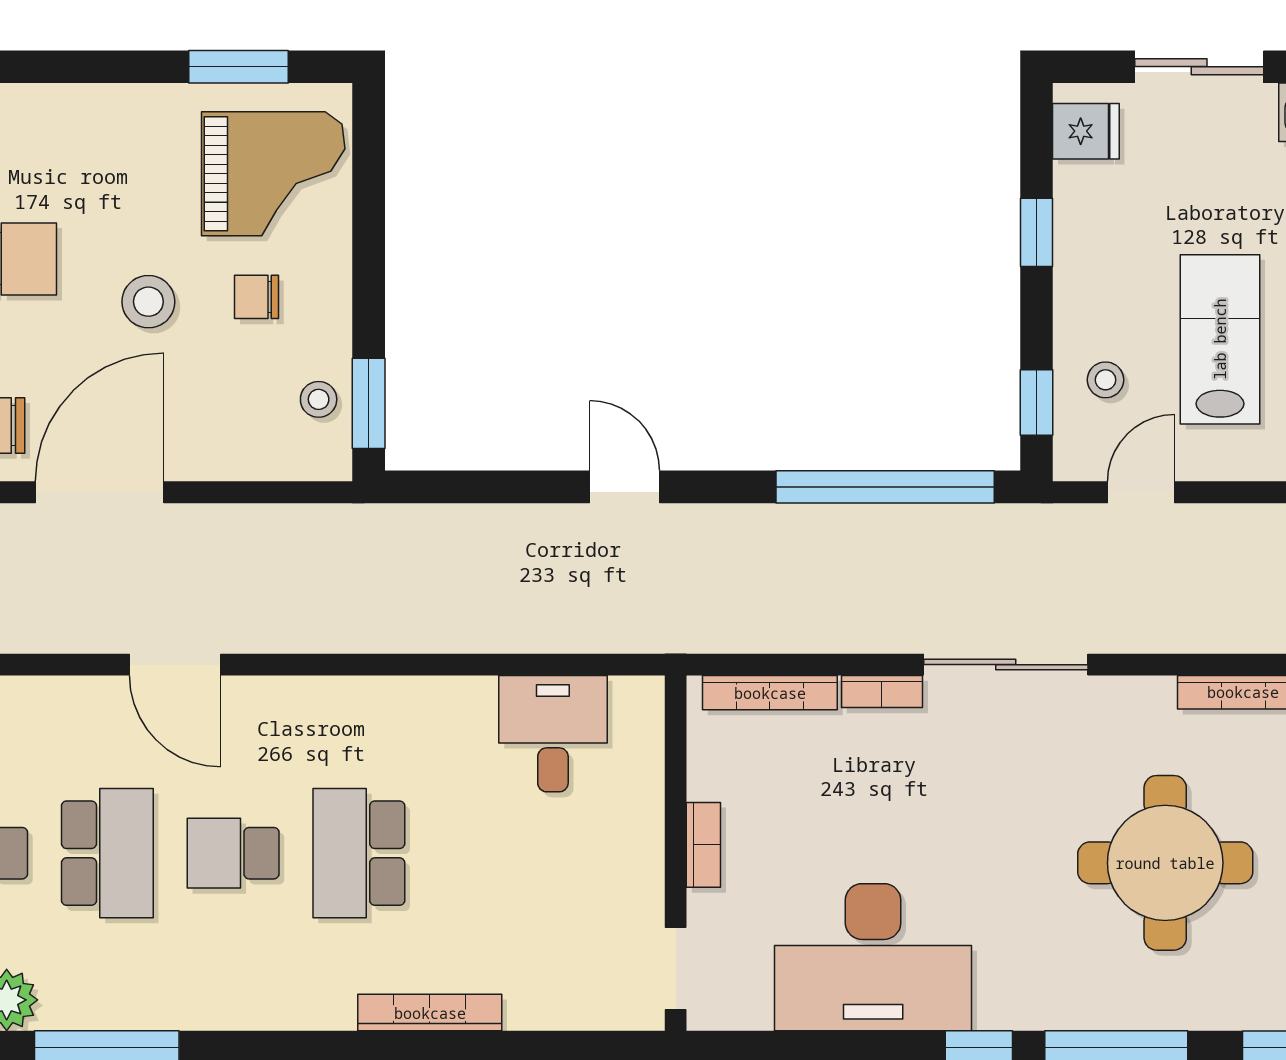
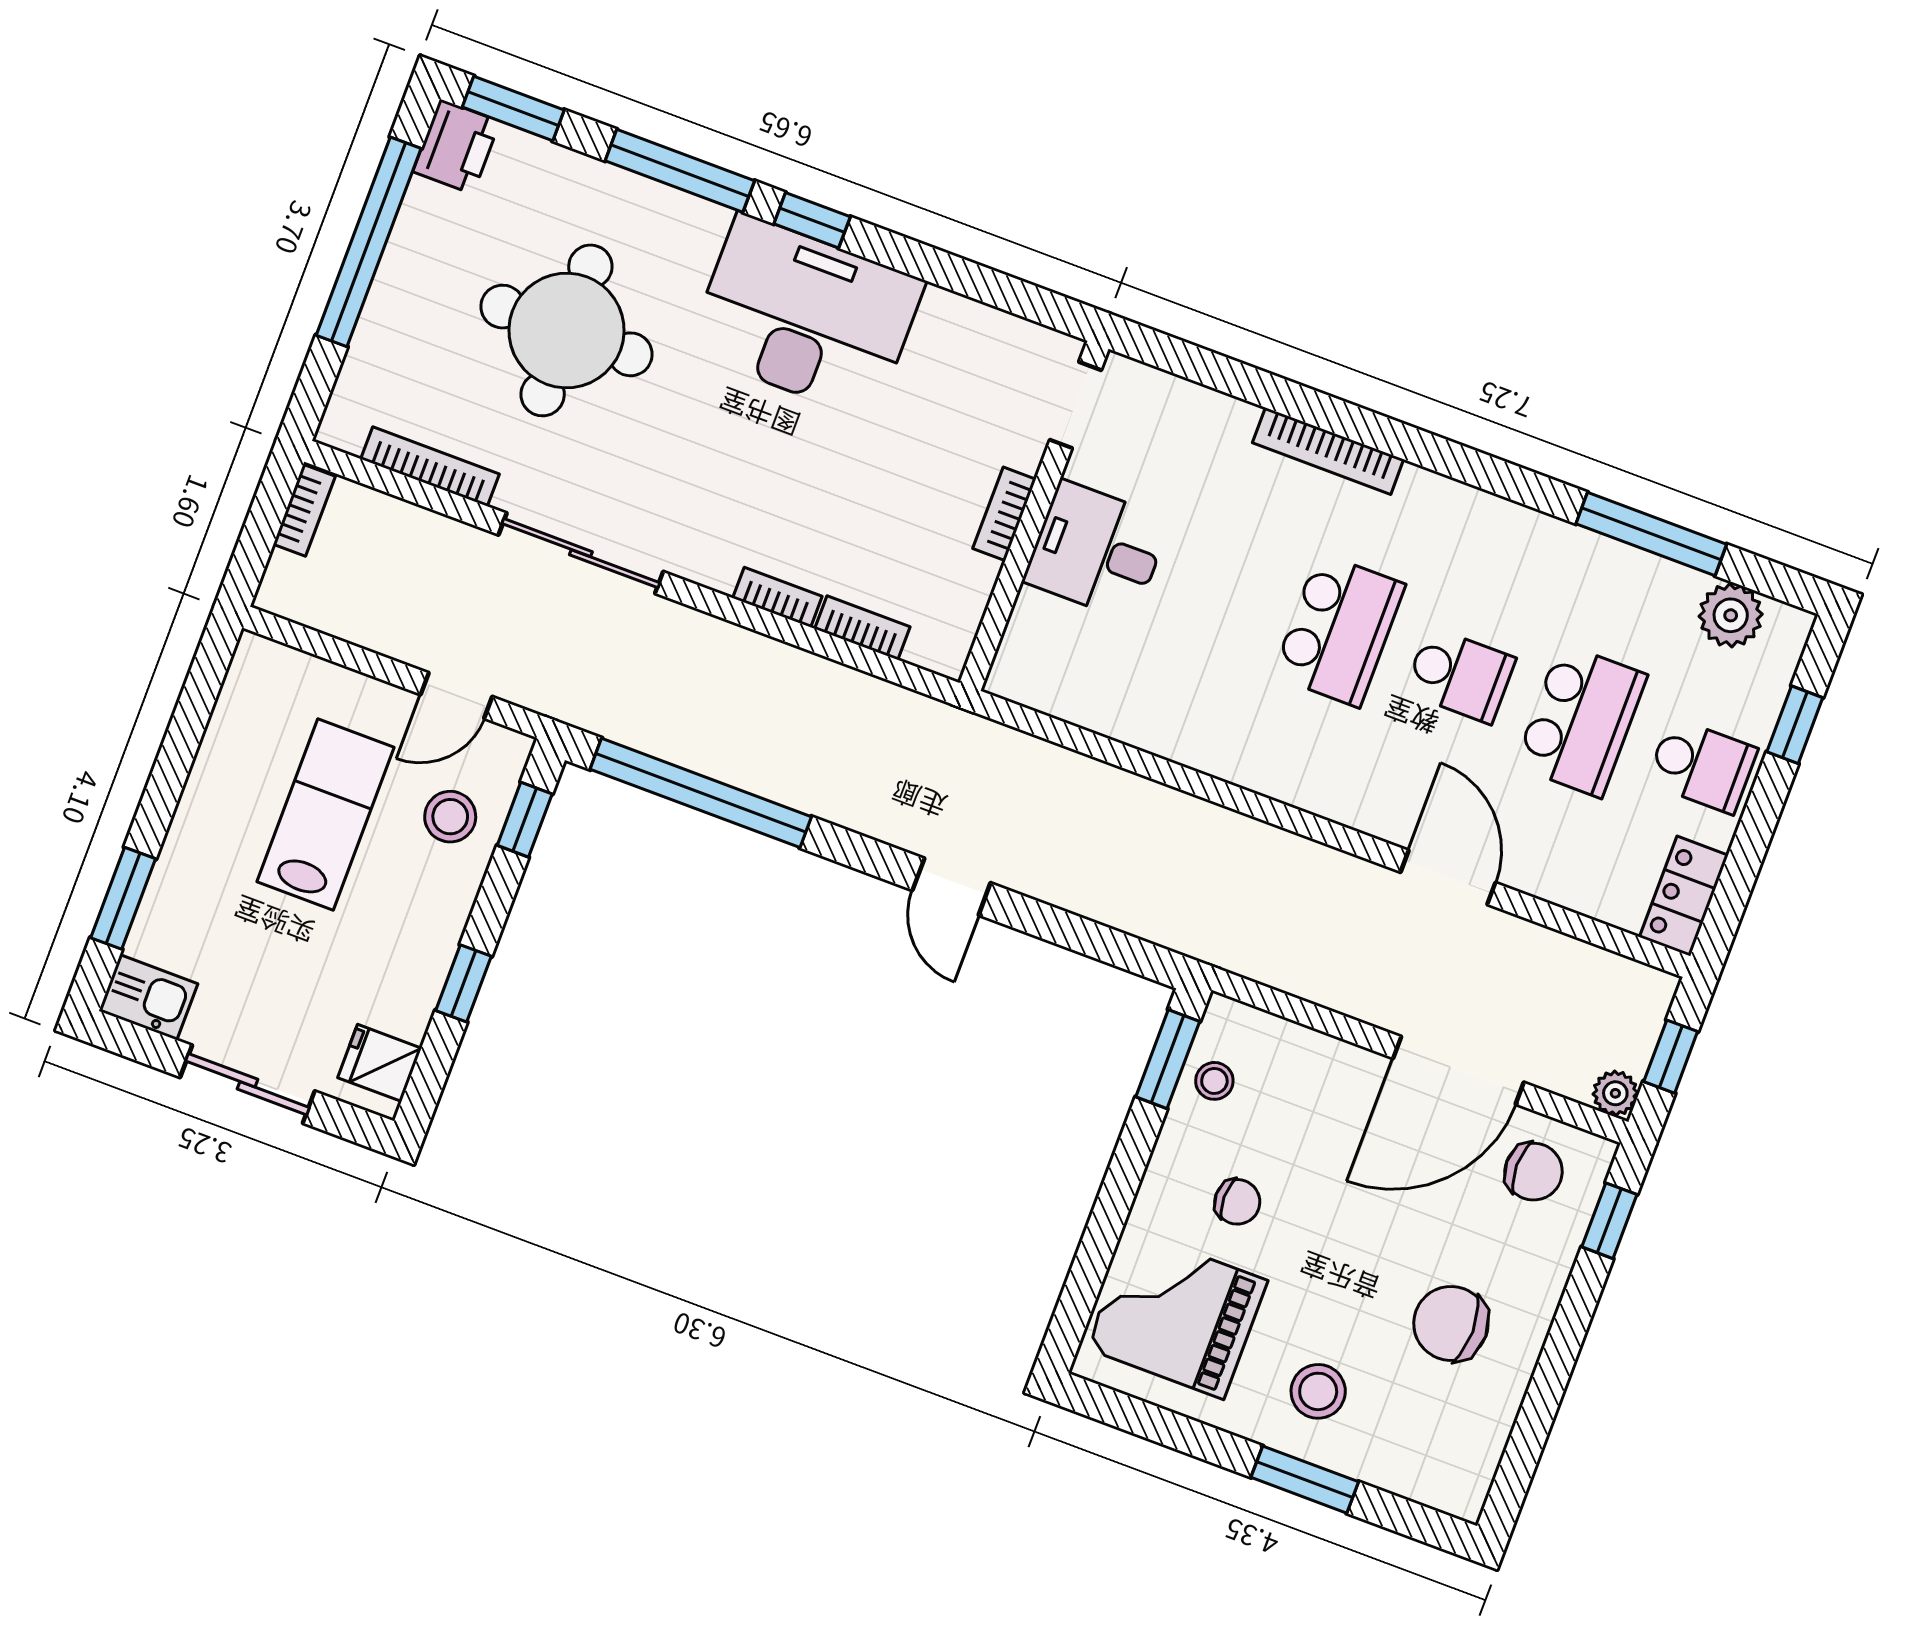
window: (238, 67) -> (1305, 1480), moved
stool: (148, 302) -> (1318, 1391), moved
lab bench: (1220, 339) -> (325, 814), turned 180
stool: (1106, 380) -> (450, 817), width x1.37, depth x1.37
sliding door: (1006, 665) -> (581, 553), moved
bookcase: (770, 693) -> (862, 628), width x0.64
desk: (553, 734) -> (1097, 551), moved, turned 90
school desk: (107, 853) -> (1581, 720), turned 180
desk: (873, 957) -> (806, 316), moved

